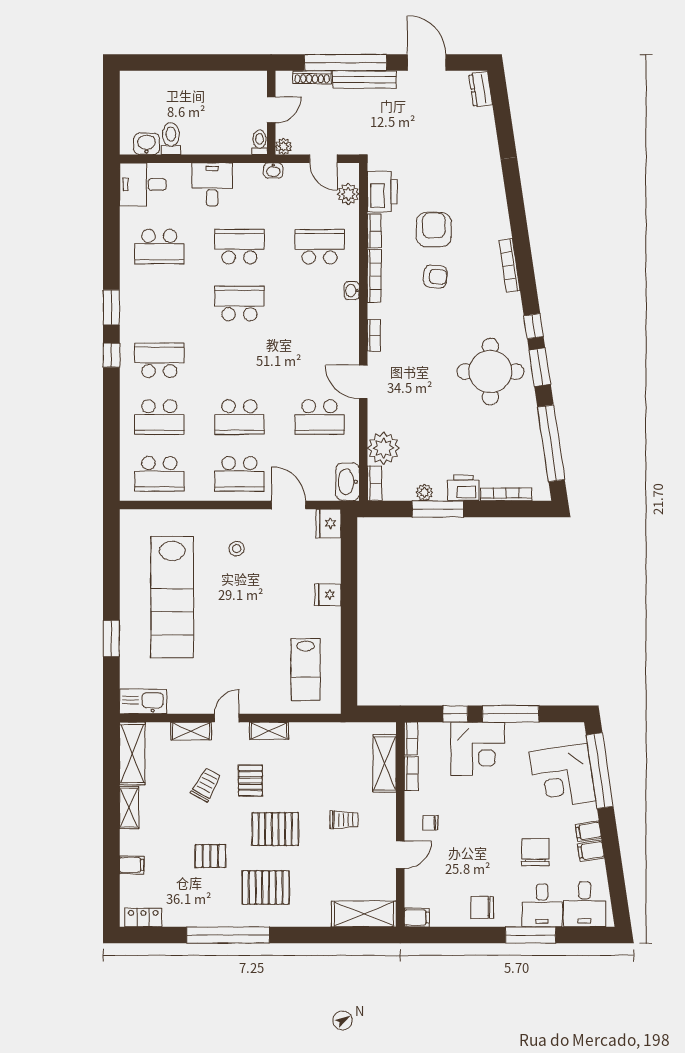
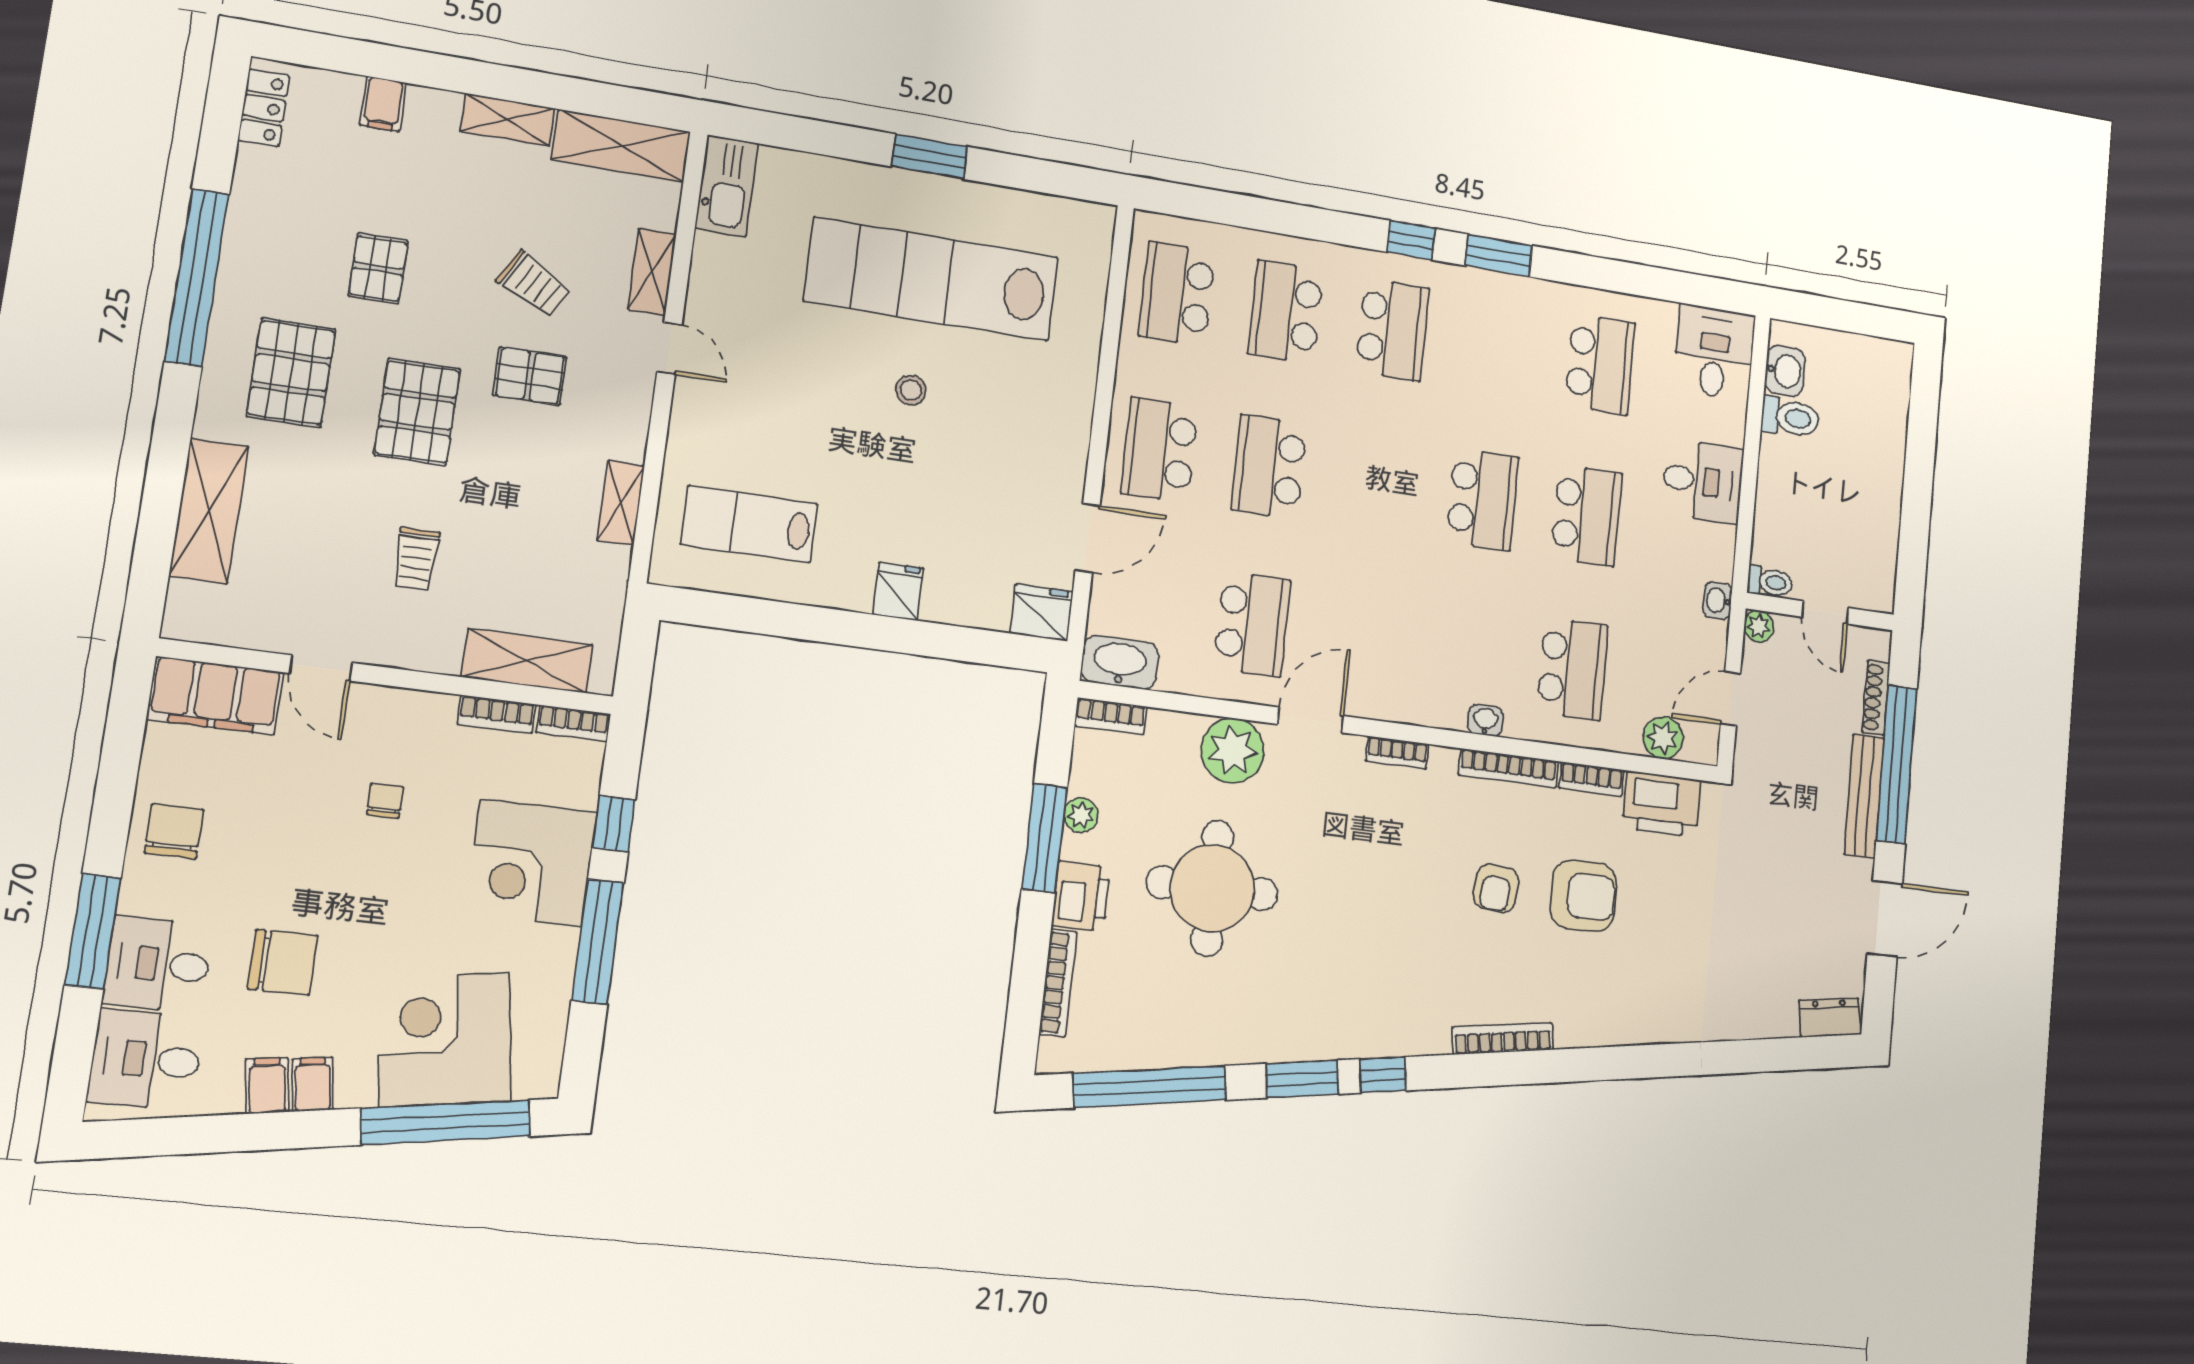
school desk: (159, 247) -> (1600, 364), turned 180
round table: (490, 372) -> (1212, 888), moved
school desk: (320, 417) -> (1252, 624), turned 180
plant: (384, 448) -> (1233, 751), moved
stool: (237, 549) -> (911, 390), moved
window: (111, 639) -> (930, 157), moved
shelving: (269, 731) -> (621, 503), moved
chair: (430, 823) -> (385, 801), moved
shelving: (364, 914) -> (209, 511), moved
filing cabinet: (417, 917) -> (215, 696), width x3.00, depth x1.17

